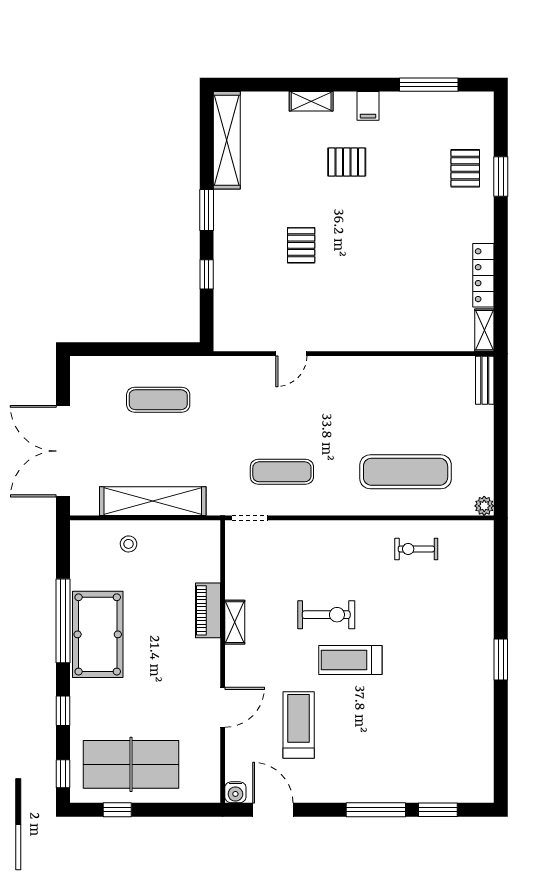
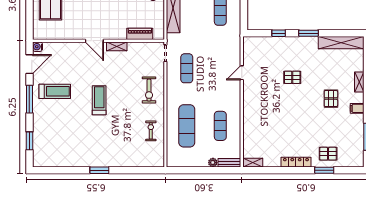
locker: (483, 275) -> (296, 162), moved
door: (291, 354) -> (242, 73), hinge flipped
exercise mat: (406, 400) -> (220, 126), added
plant: (484, 506) -> (213, 163), moved
piano: (208, 610) -> (140, 34), moved
exercise bike: (326, 615) -> (149, 90), moved
door: (223, 707) -> (94, 41), moved
treadmill: (299, 725) -> (55, 91), moved
window: (376, 810) -> (29, 99), moved

